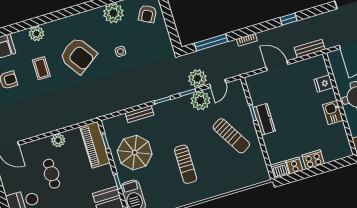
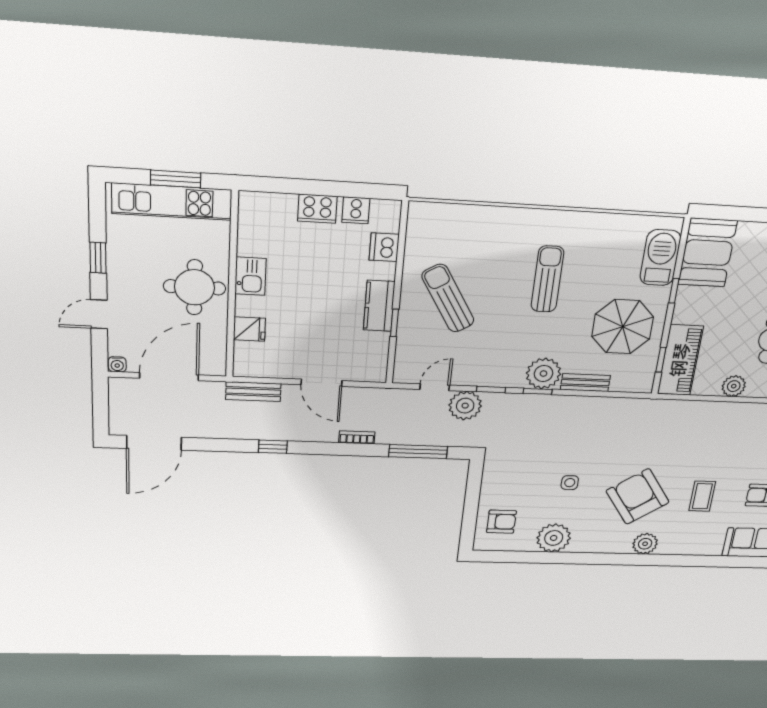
armchair: (147, 14) -> (501, 522), turned 62
plant: (36, 34) -> (645, 544), moved
plant: (200, 101) -> (543, 374), moved
dishwasher: (280, 170) -> (384, 247), moved, turned 90

